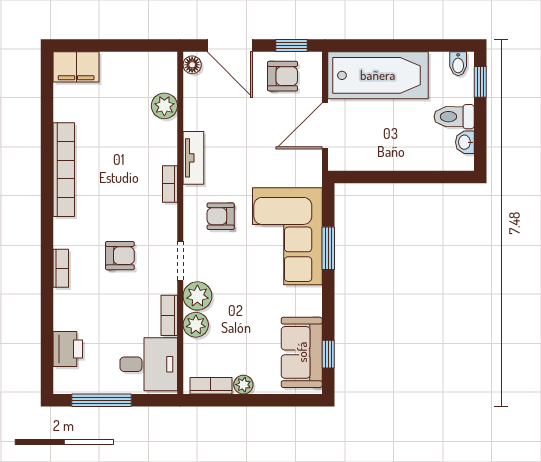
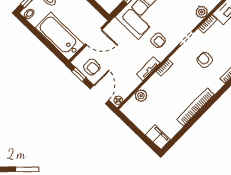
armchair: (283, 76) -> (92, 67), turned 180
plant: (197, 296) -> (192, 21), removed

